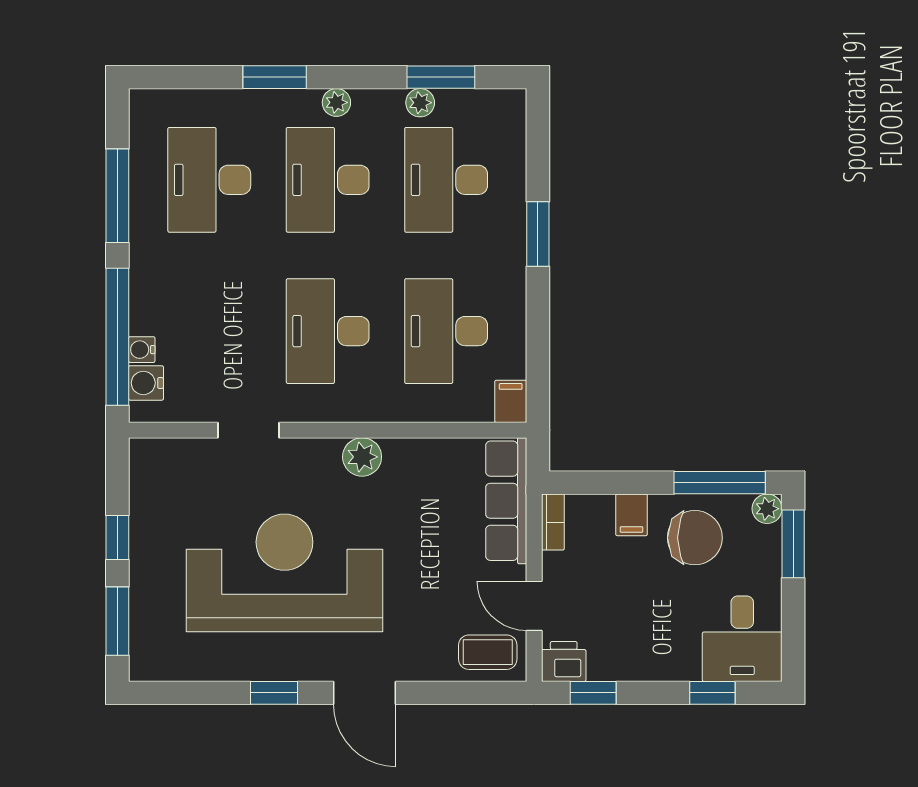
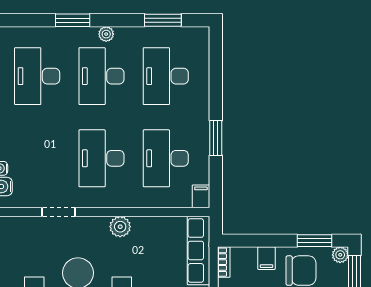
plant: (420, 103) -> (152, 34), removed
window: (538, 234) -> (216, 138), moved
window: (720, 483) -> (314, 241), width x0.69

